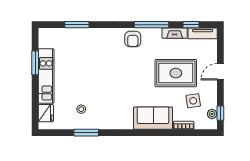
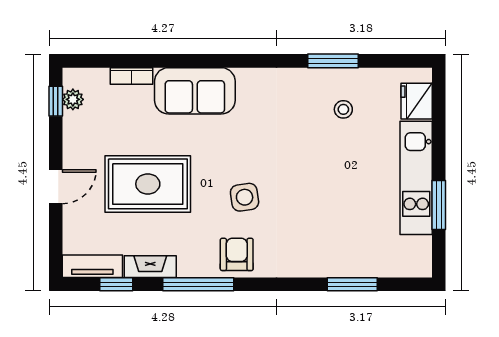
side table: (193, 101) -> (245, 197), moved

